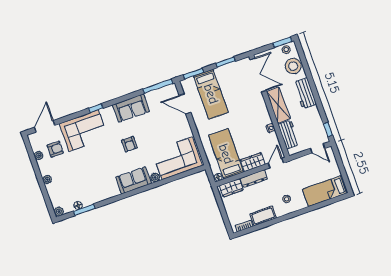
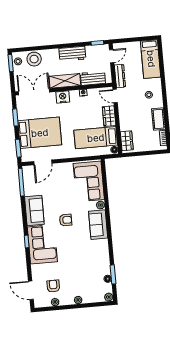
workbench: (305, 93) -> (72, 54), moved
bed: (211, 94) -> (40, 133), width x1.50
nightstand: (260, 107) -> (63, 97), added
corner sofa: (84, 131) -> (42, 244), moved
dresser: (254, 179) -> (120, 76), moved

